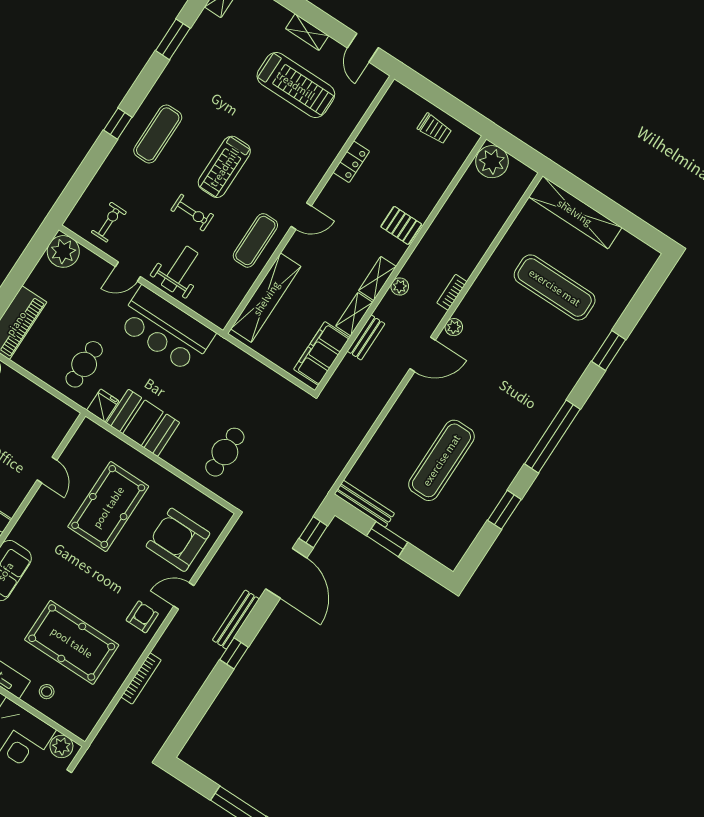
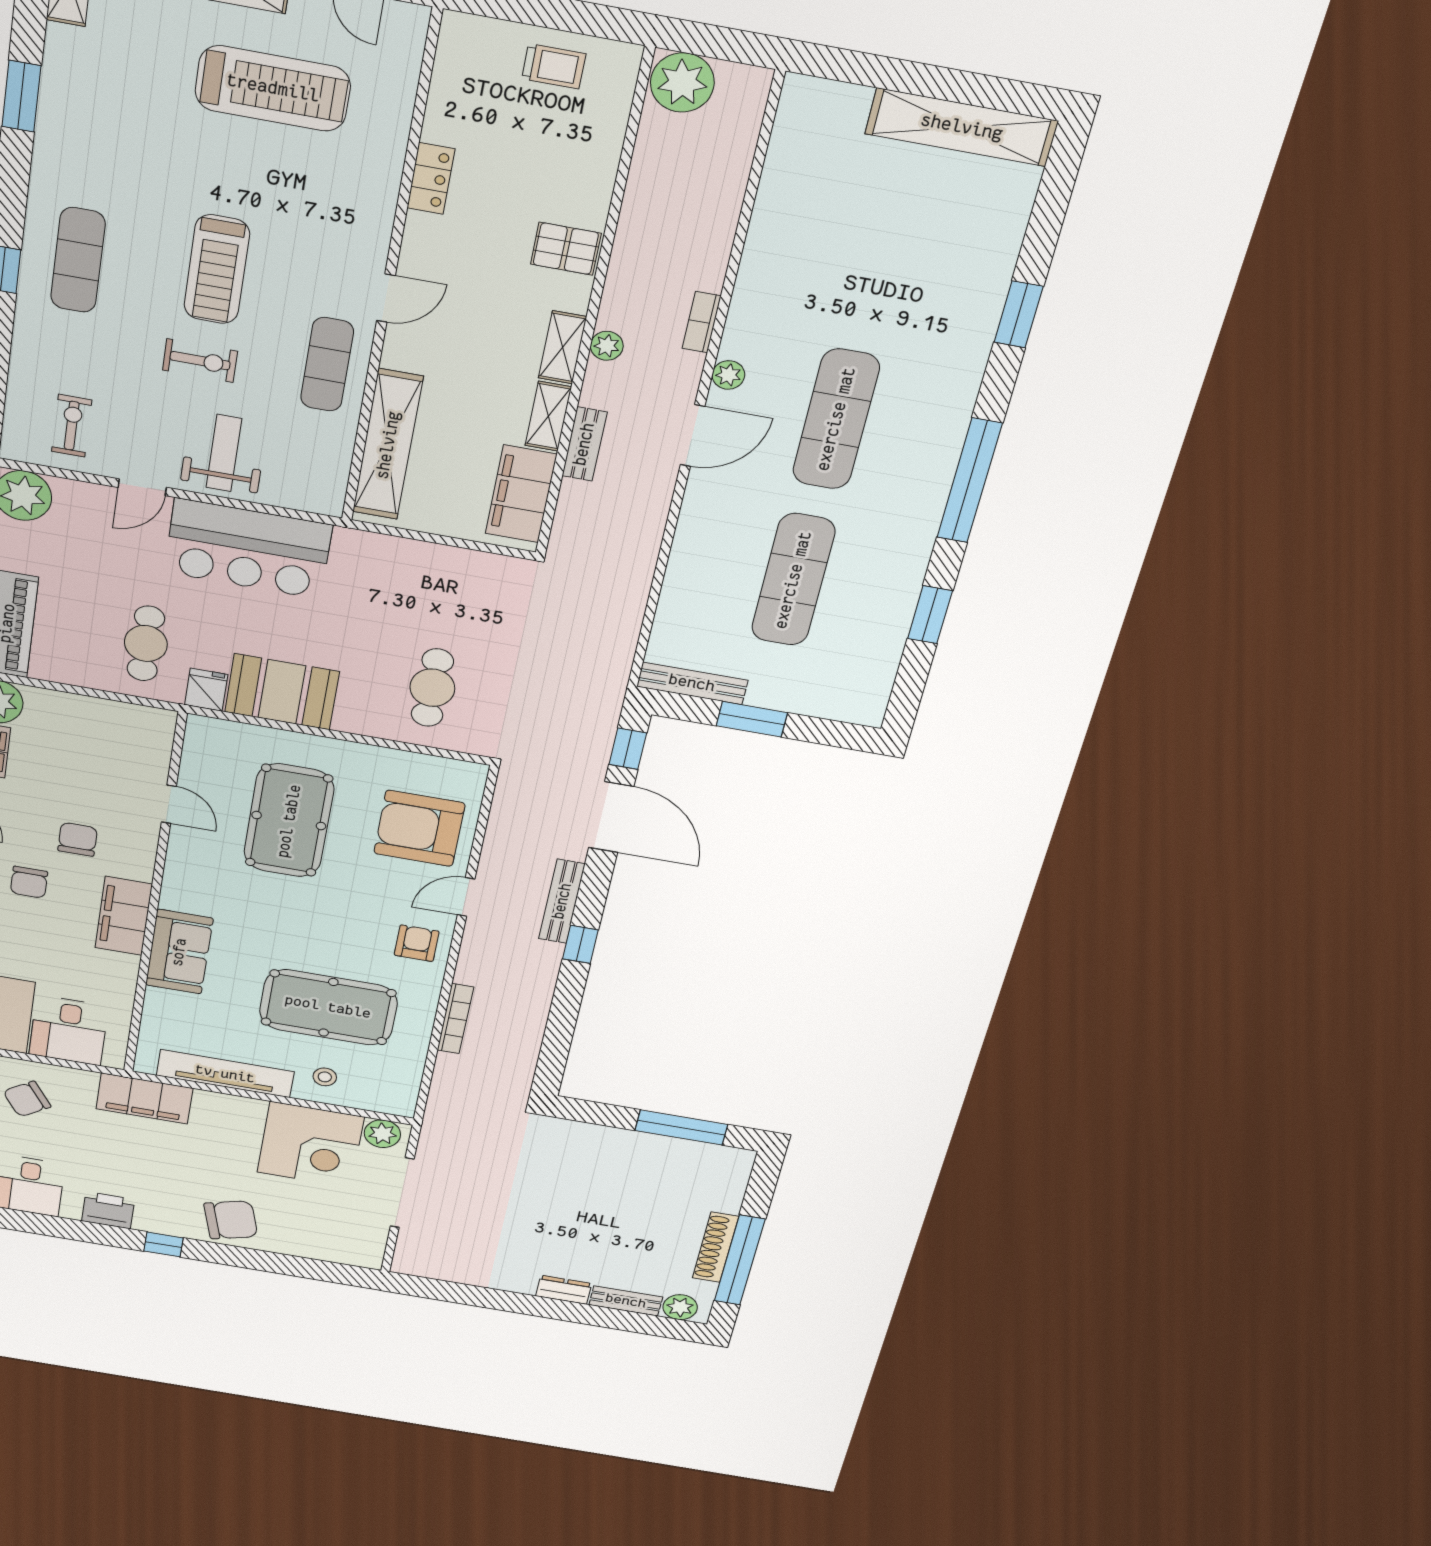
shelving: (575, 212) -> (962, 127), moved
exercise mat: (555, 287) -> (836, 419), moved, turned 90

